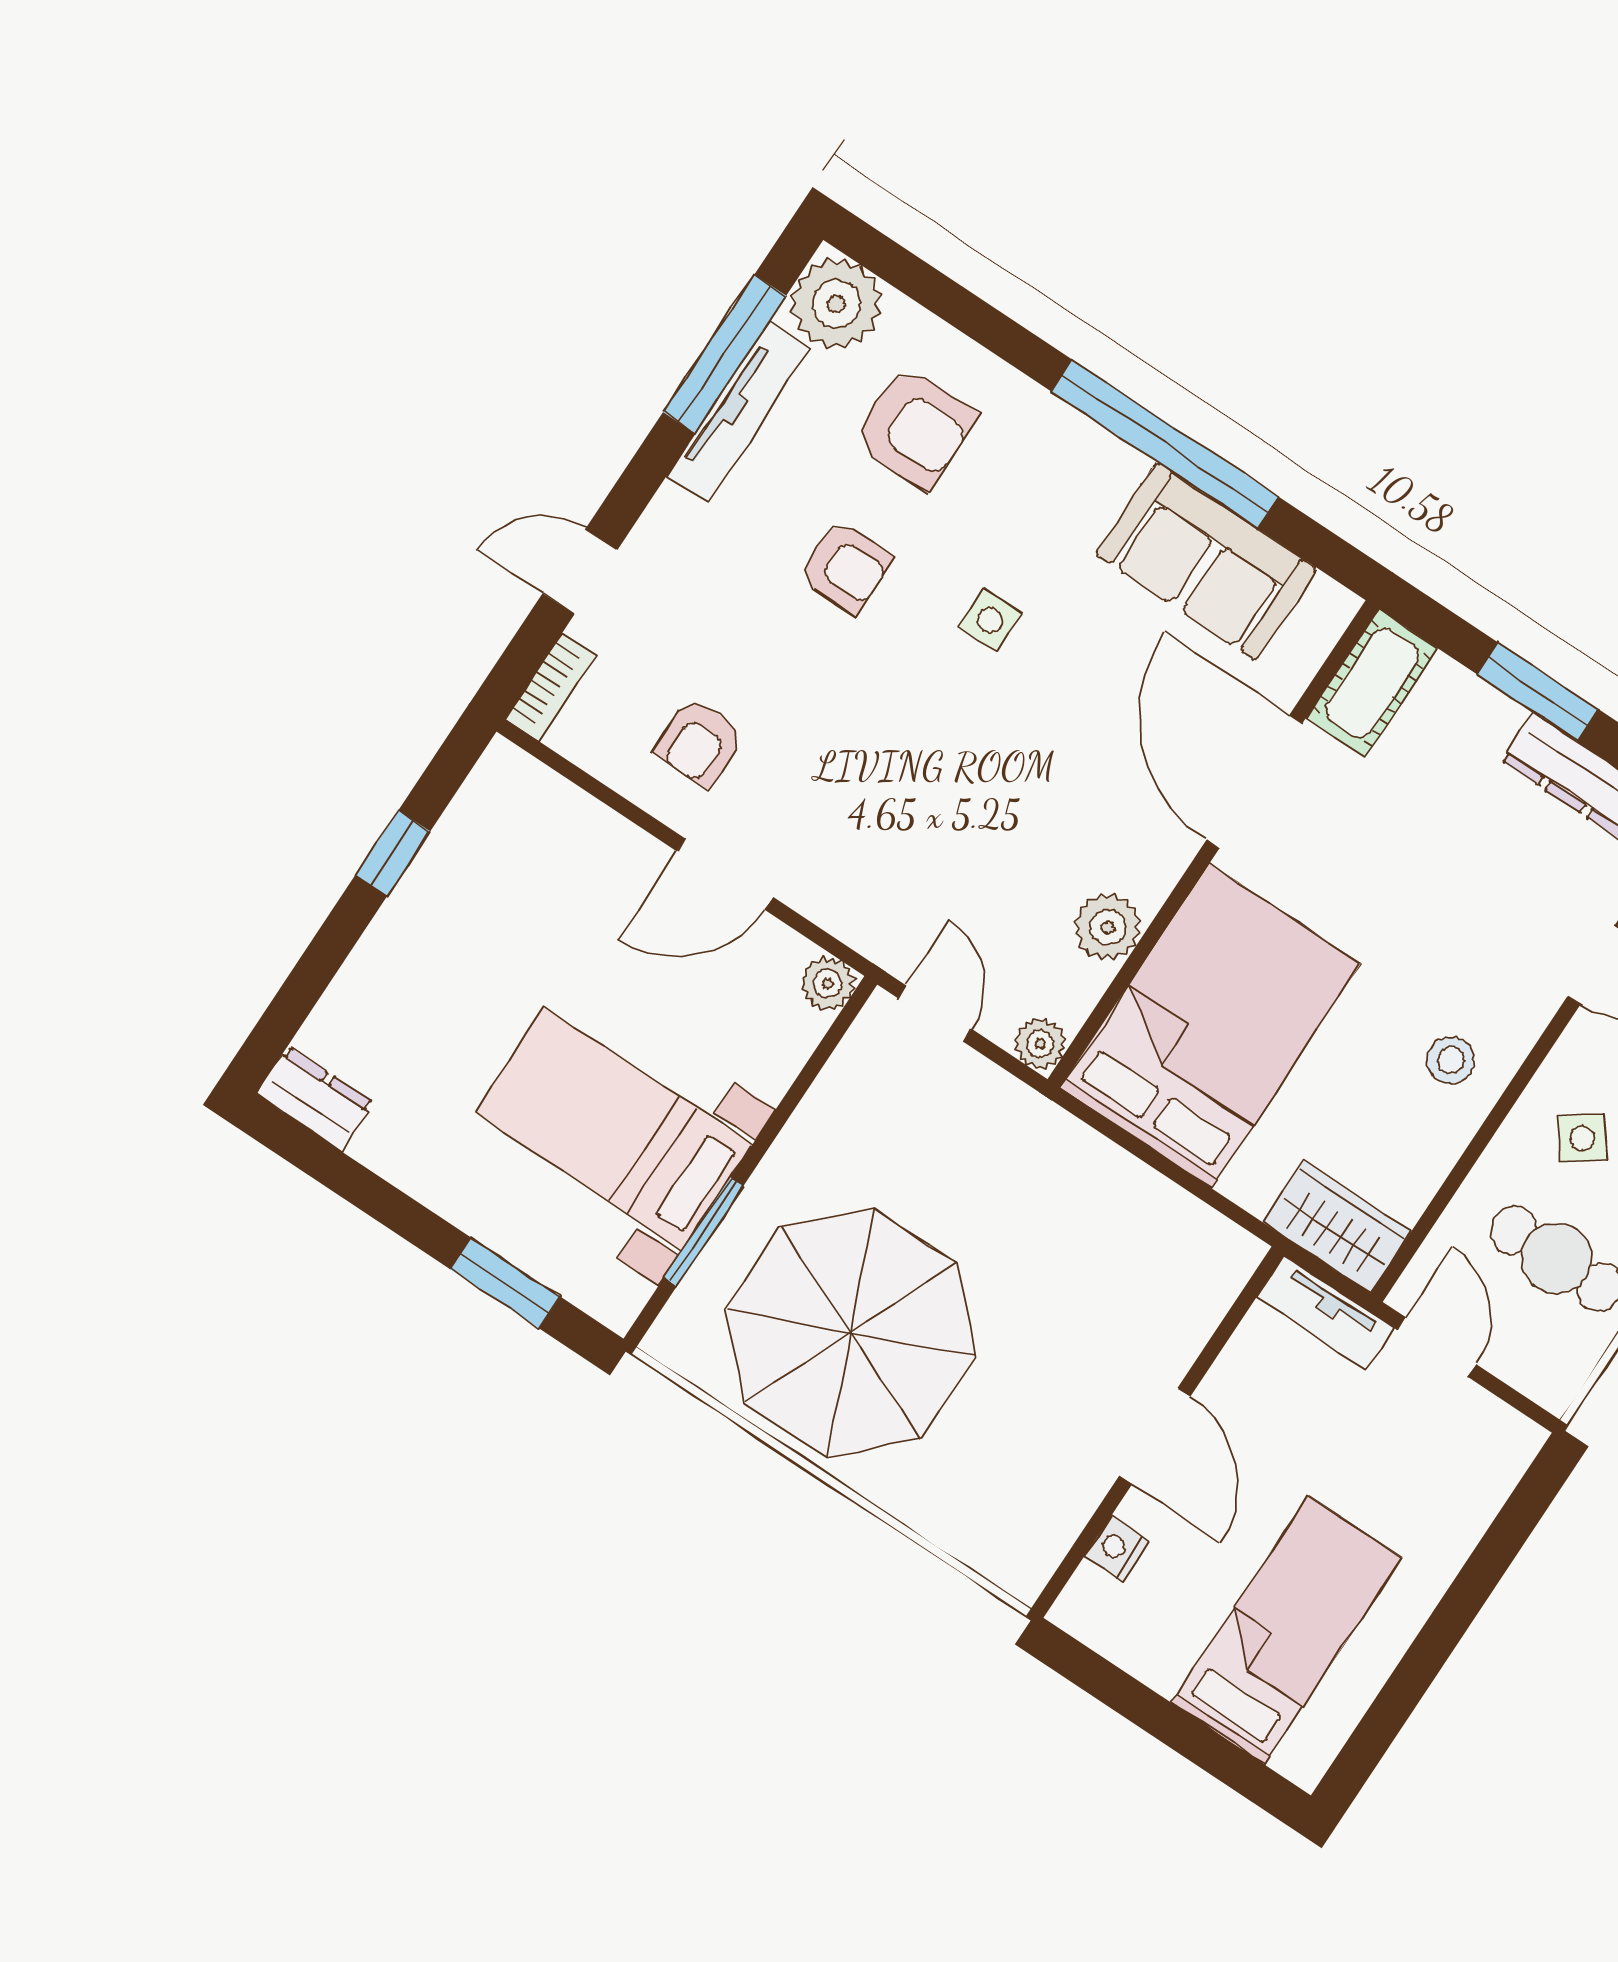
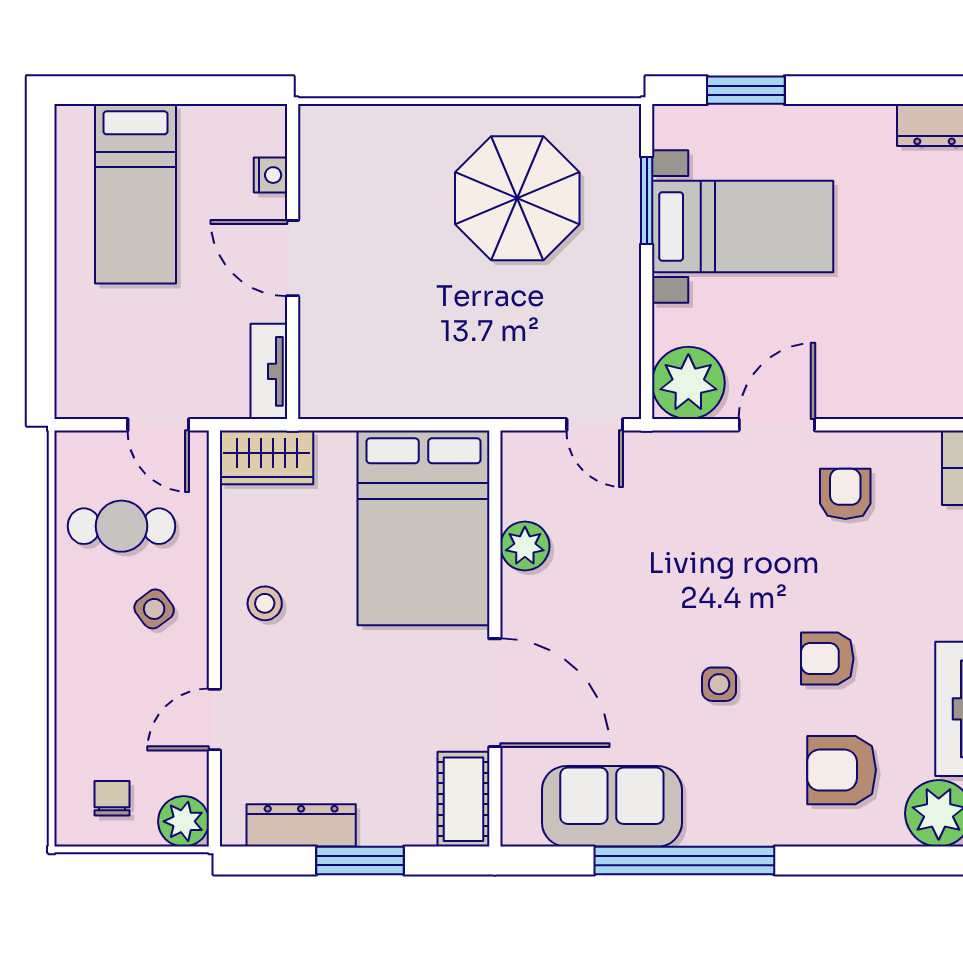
plant: (827, 984) -> (688, 383), width x1.87, depth x1.87
plant: (1040, 1044) -> (519, 449), removed
tv unit: (1325, 1313) -> (269, 371), moved, turned -90
parasol: (851, 1333) -> (517, 198), width x0.73, depth x0.73

